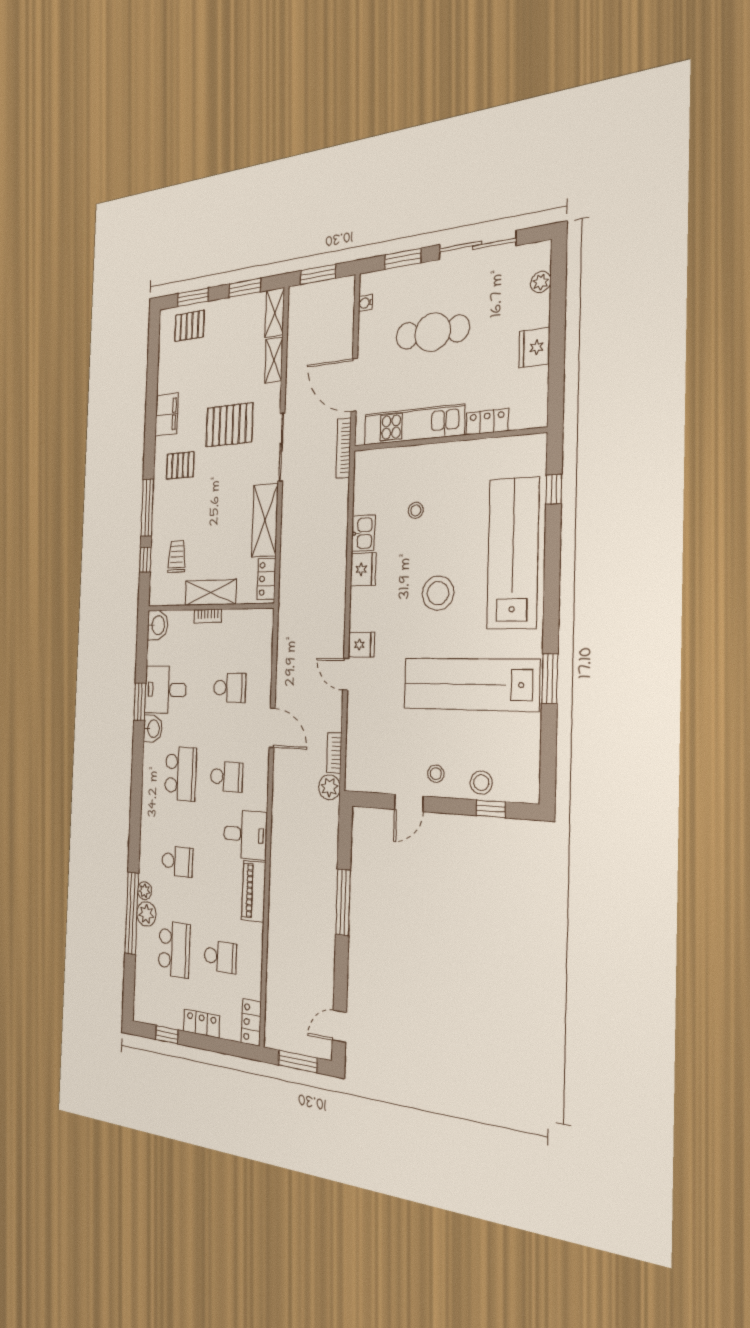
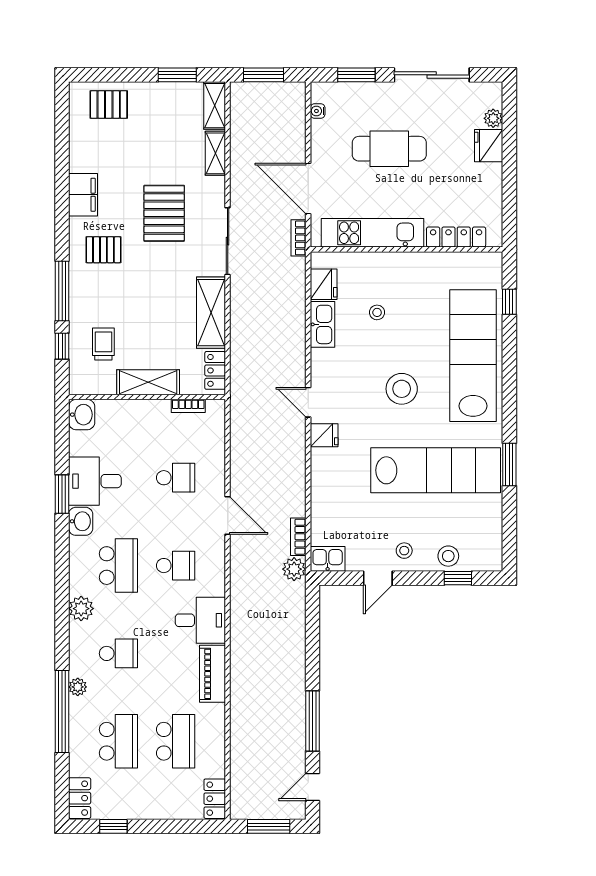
window: (193, 297) -> (112, 75), removed
fridge: (534, 348) -> (489, 146), moved
locker: (487, 422) -> (456, 237), width x1.53
pallet: (229, 425) -> (164, 213), turned 90
bookcase: (344, 448) -> (298, 238), width x0.64
kitchen sink: (363, 533) -> (322, 324), width x1.38
fridge: (363, 569) -> (324, 284), moved
bookcase: (208, 616) -> (188, 406), moved
door: (346, 674) -> (308, 402), moved
lab bench: (470, 684) -> (436, 470), turned 180
kitchen sink: (361, 778) -> (328, 559), added
window: (343, 902) -> (312, 721), moved
plant: (146, 914) -> (81, 609), moved
school desk: (220, 957) -> (176, 741), width x1.85
locker: (201, 1023) -> (80, 798), moved, turned 90

